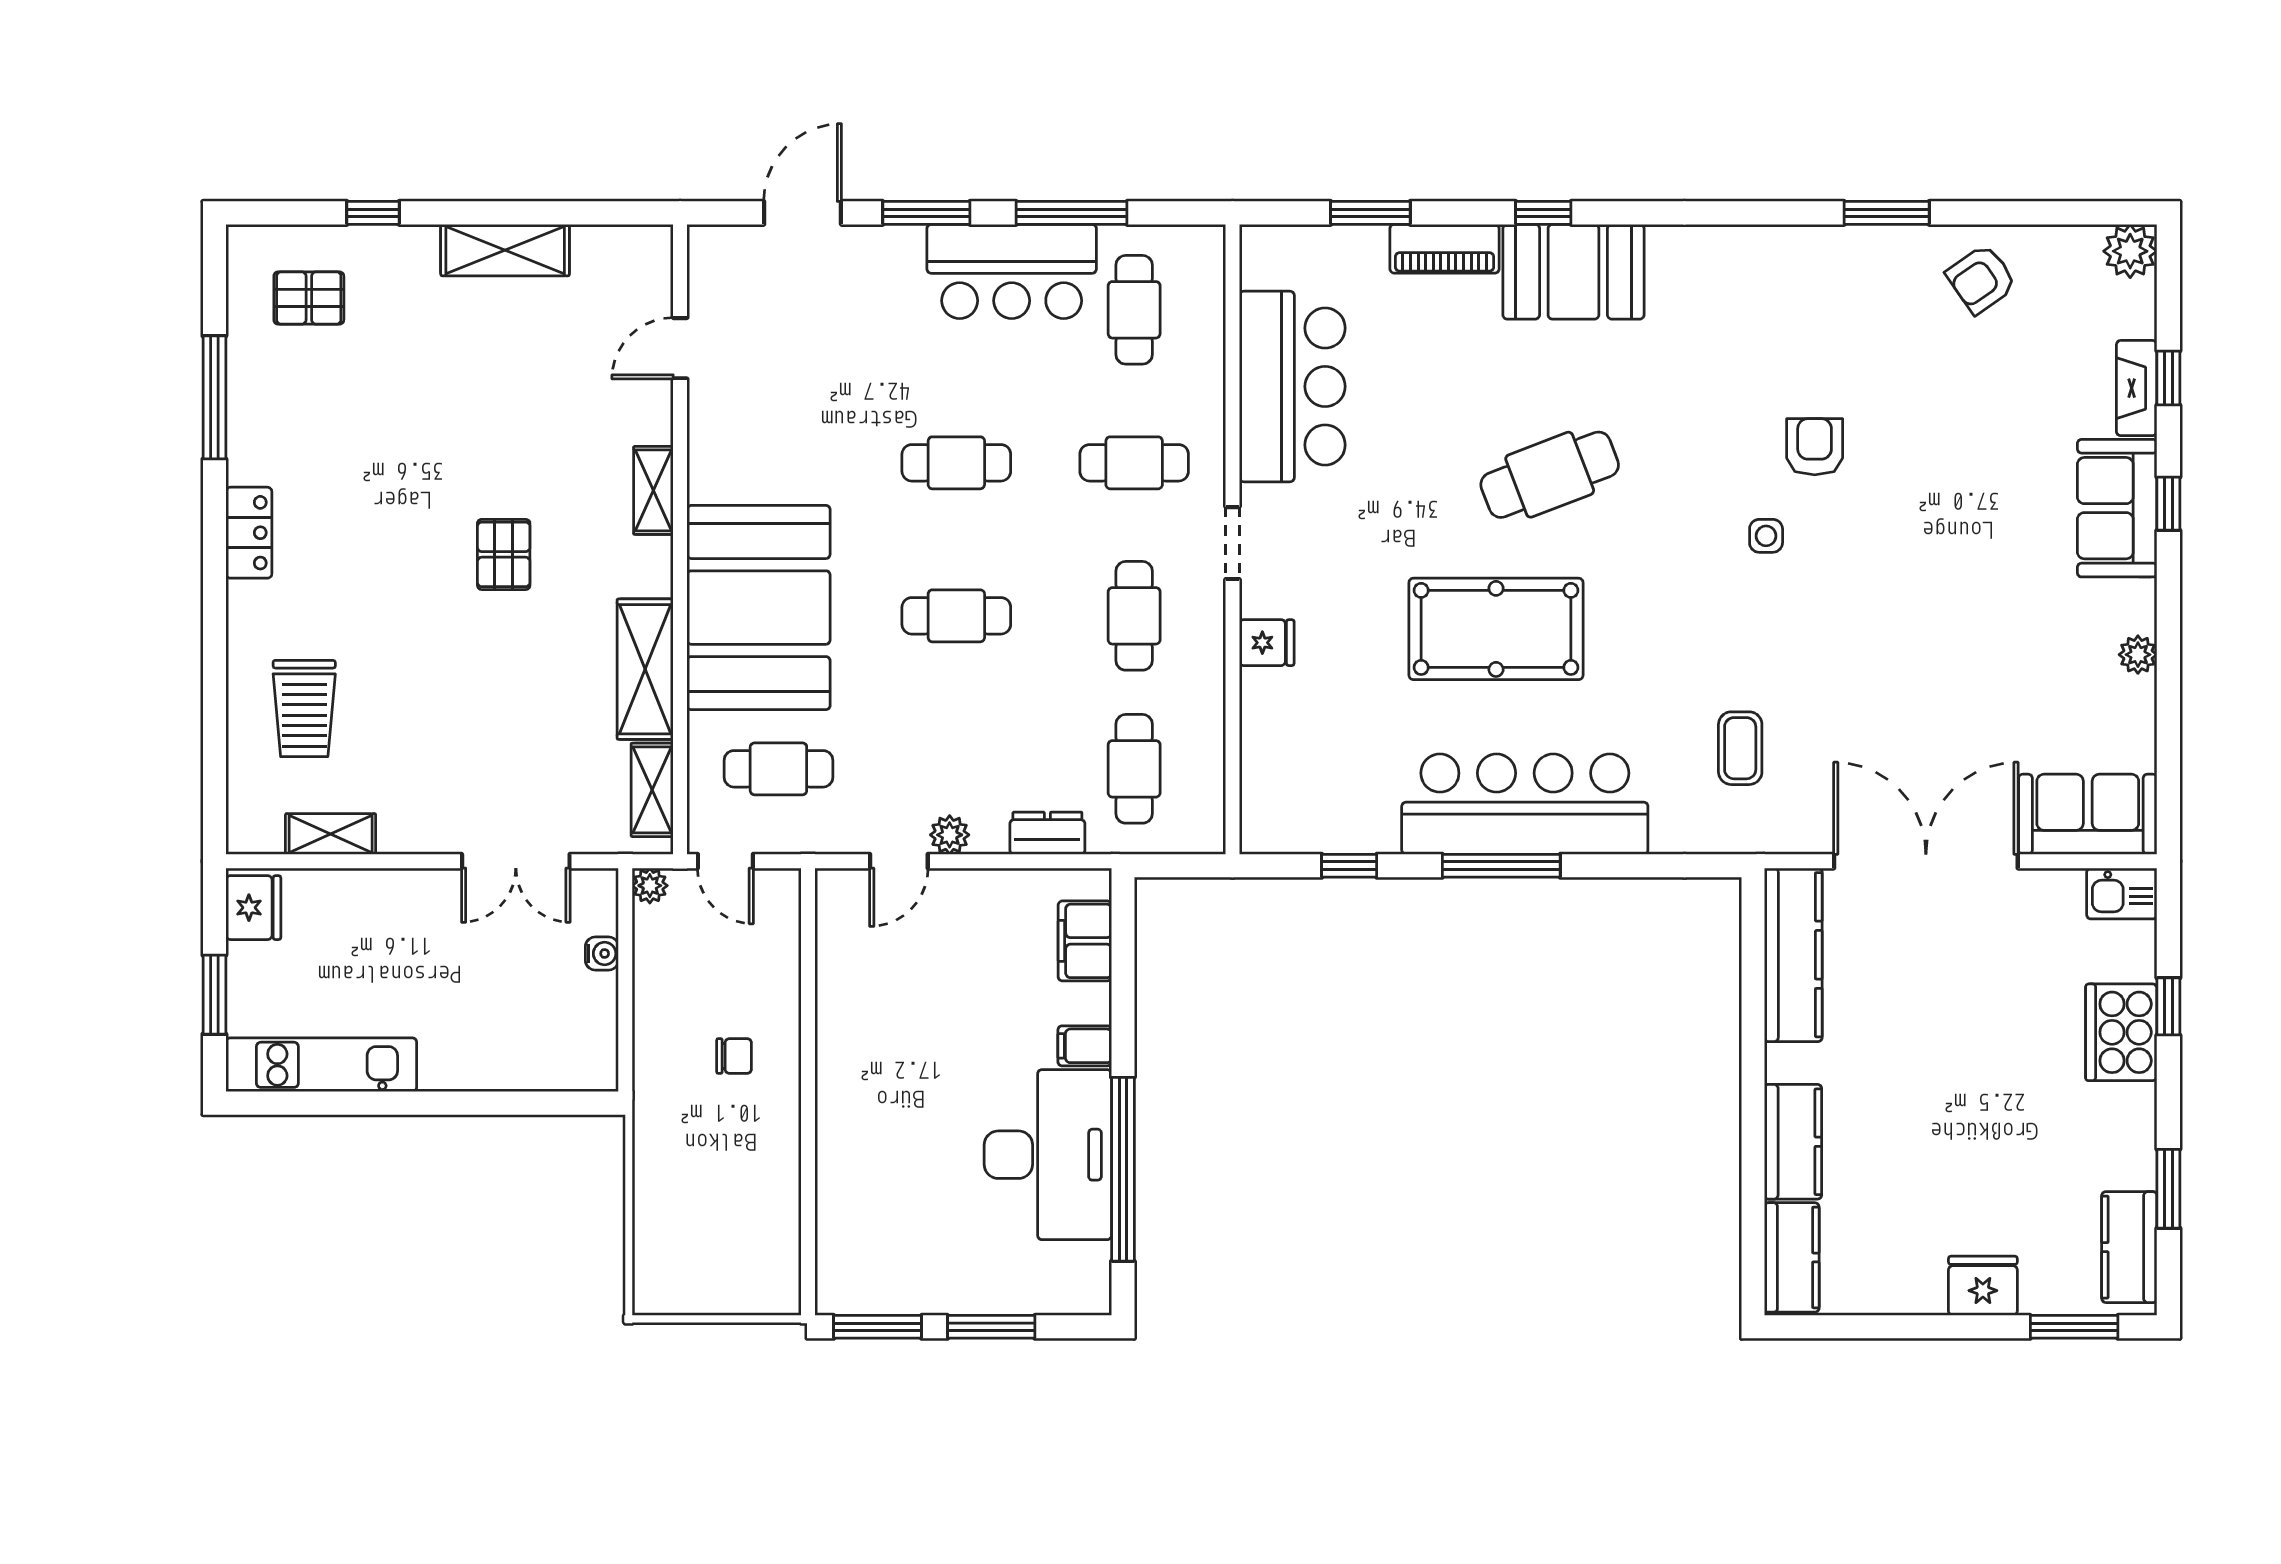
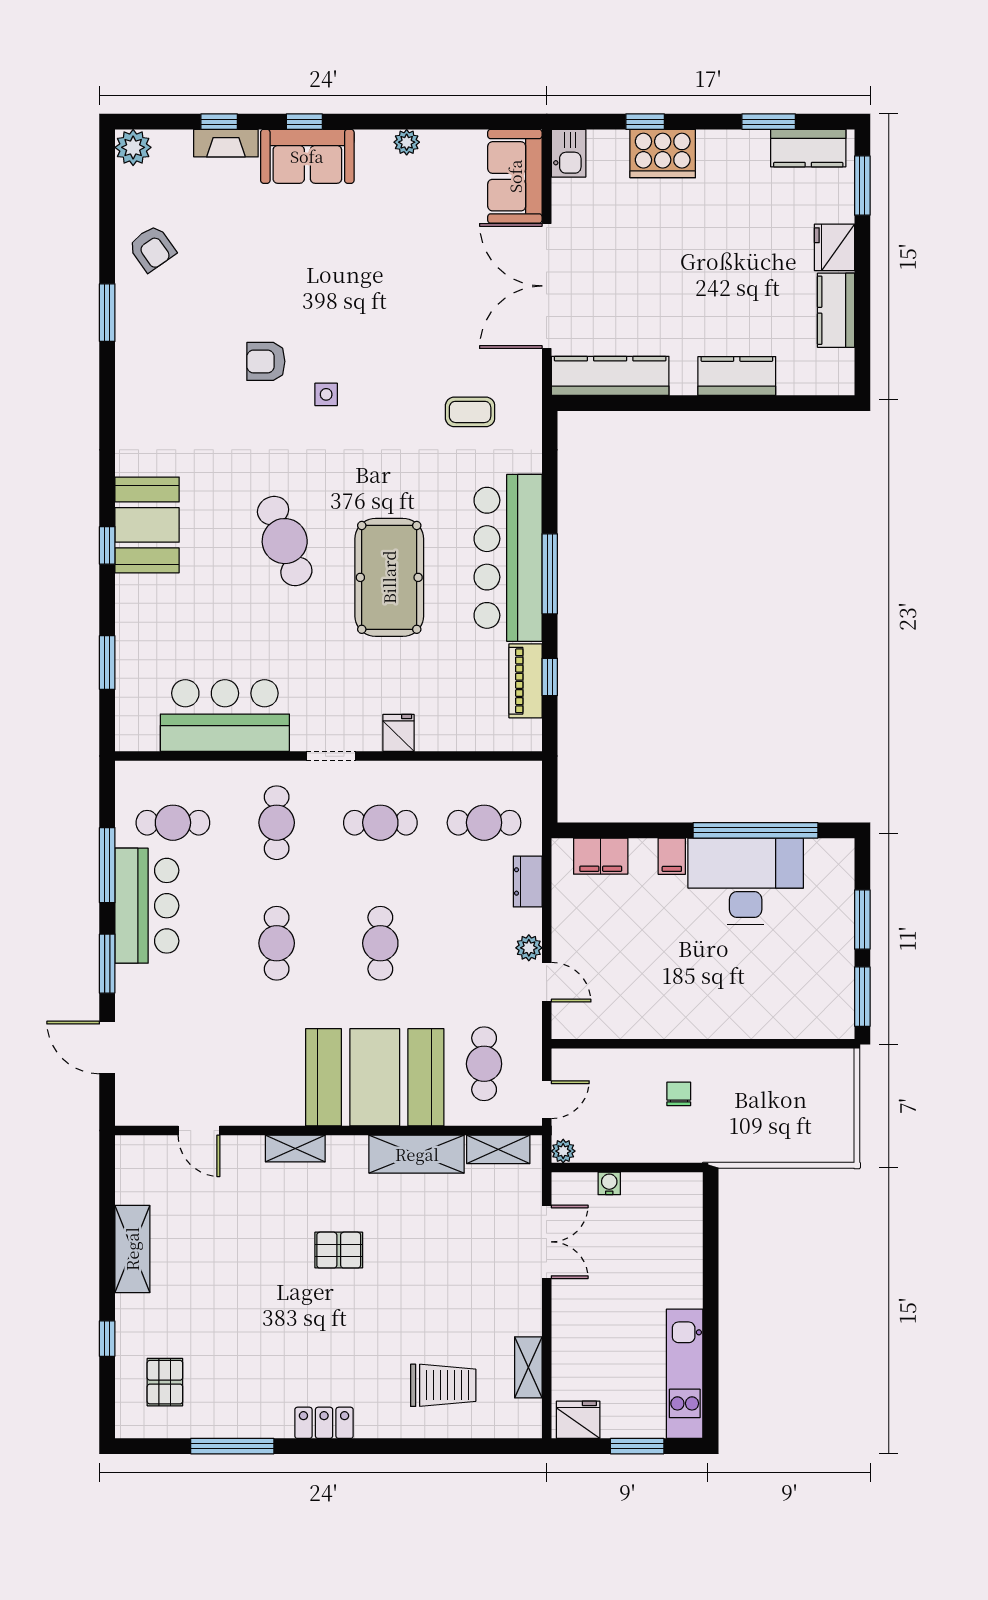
piano: (1445, 249) -> (525, 681), moved, turned 180
kitchen counter: (1792, 1257) -> (836, 310), moved, turned -90

